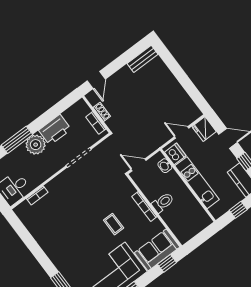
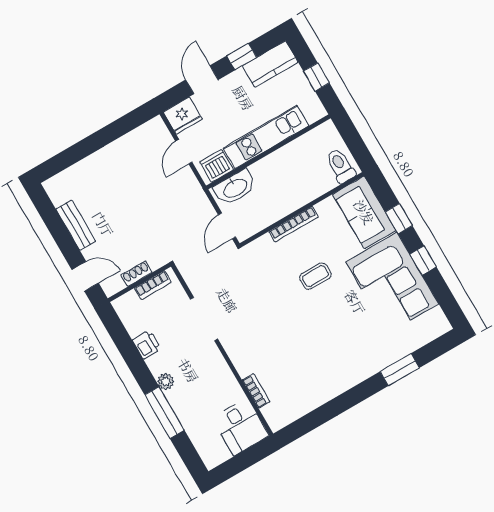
bench: (143, 59) -> (76, 225), moved
printer: (55, 130) -> (147, 345), width x0.53, depth x0.68
plant: (36, 145) -> (166, 381), width x0.53, depth x0.53
washbasin: (165, 166) -> (235, 188), width x1.91, depth x1.45
toilet: (163, 203) -> (340, 166), moved
window: (167, 263) -> (399, 219), moved

